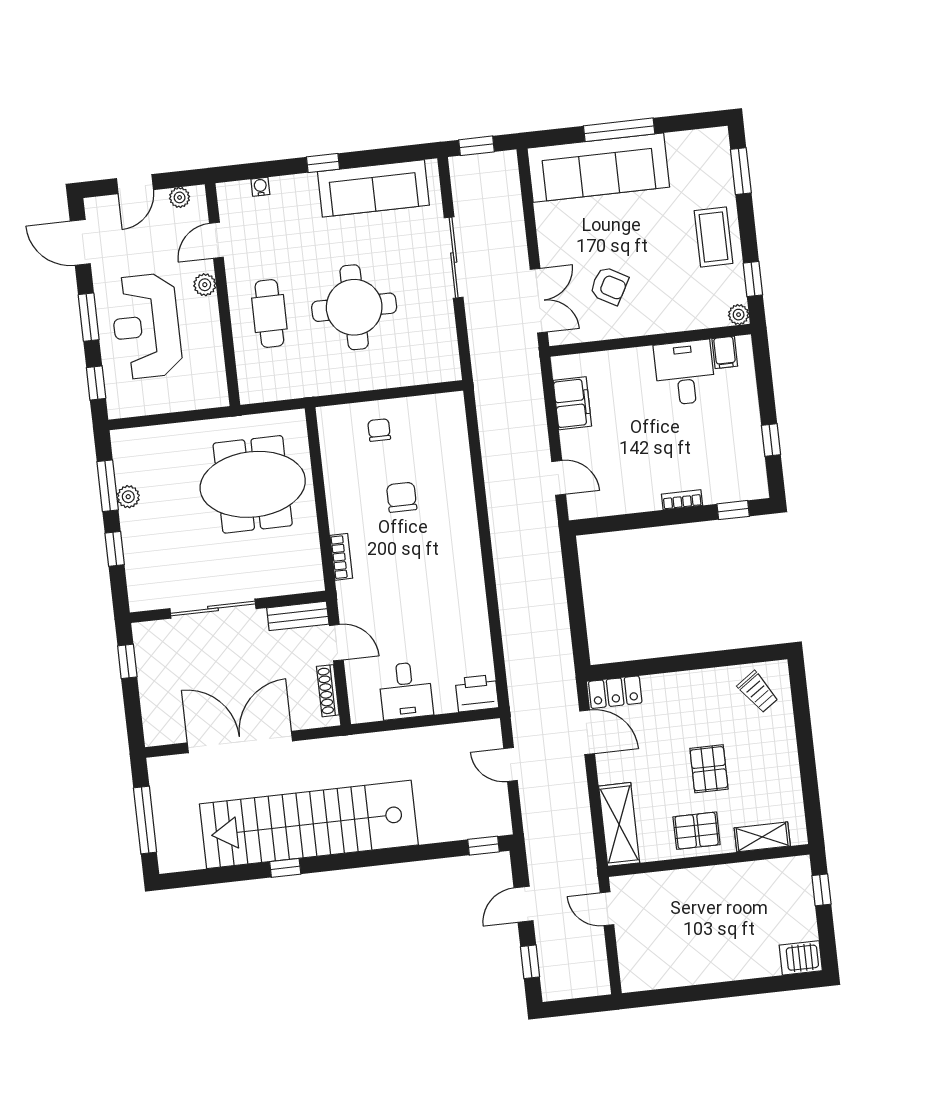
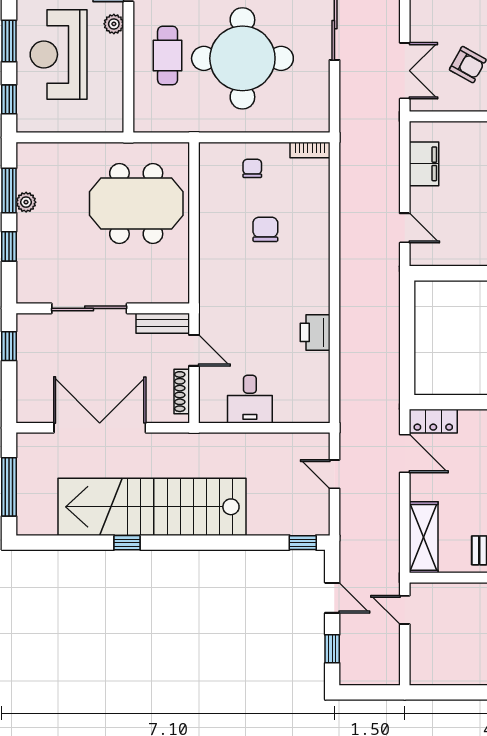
round table: (354, 307) -> (242, 58), width x1.36, depth x1.36
bookcase: (341, 557) -> (310, 150), moved, turned 90
printer: (477, 693) -> (315, 332), moved, turned -90
door: (524, 904) -> (332, 598), swing flipped

